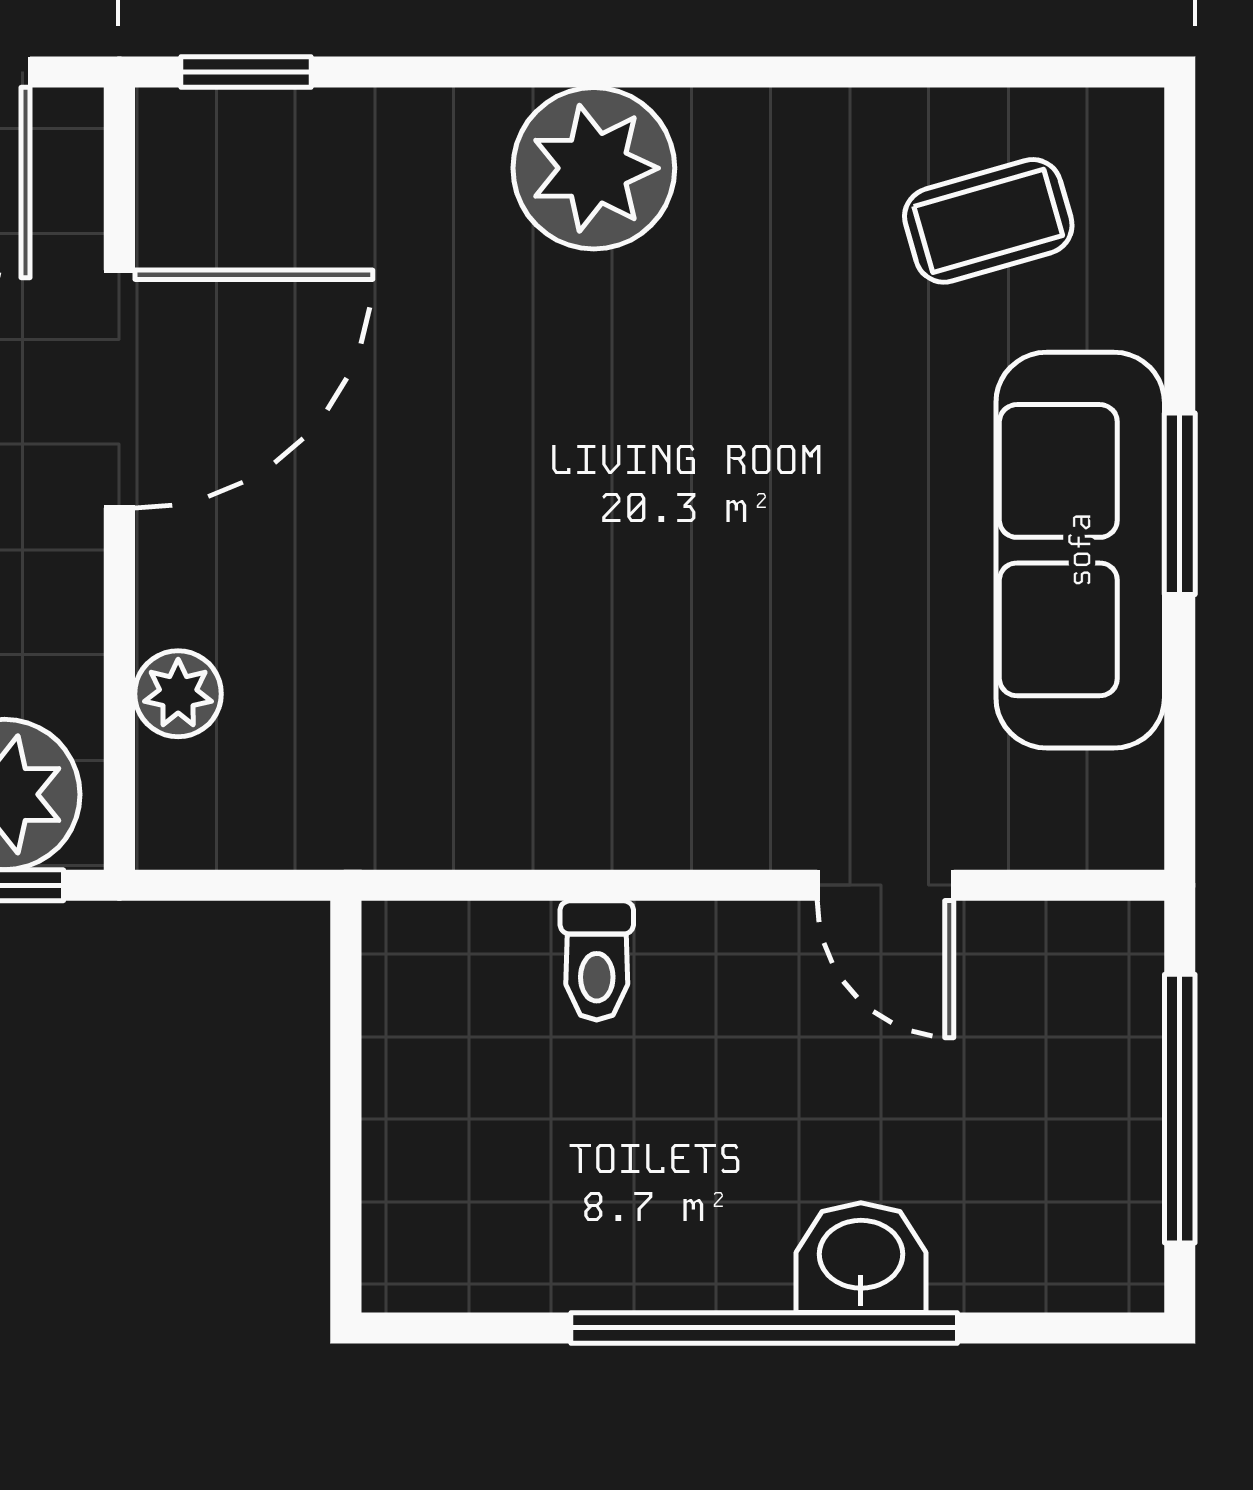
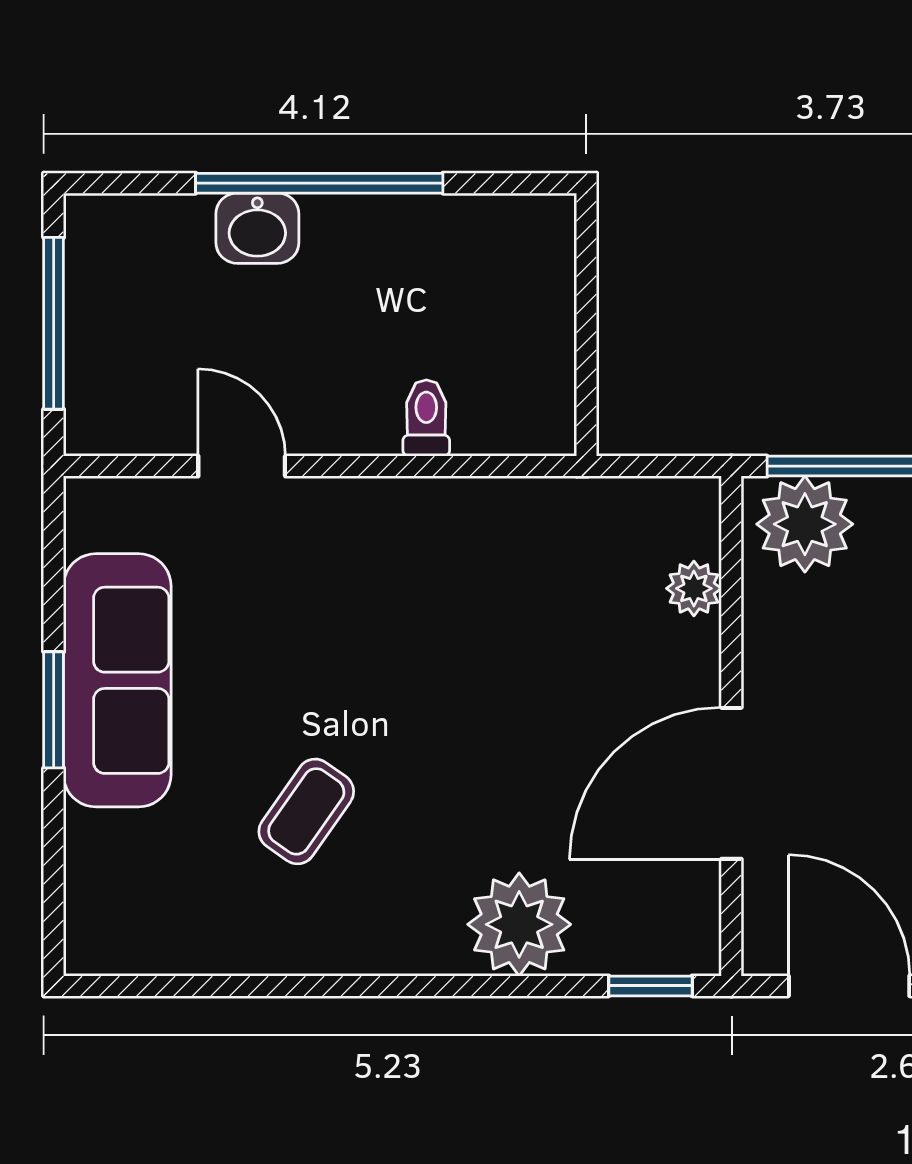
plant: (594, 168) -> (519, 924), moved
coffee table: (988, 221) -> (306, 811), moved, turned -39

